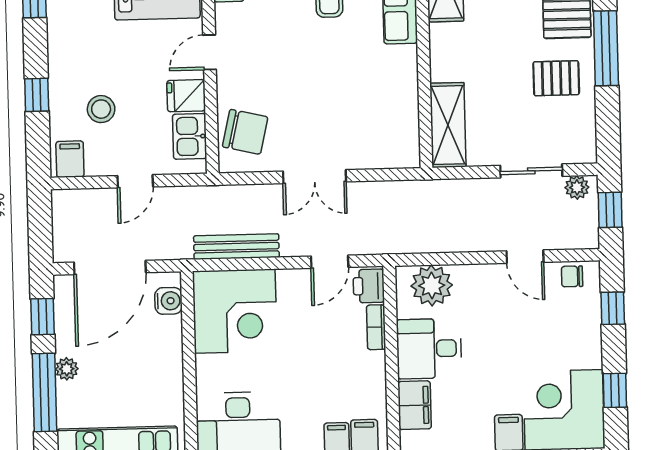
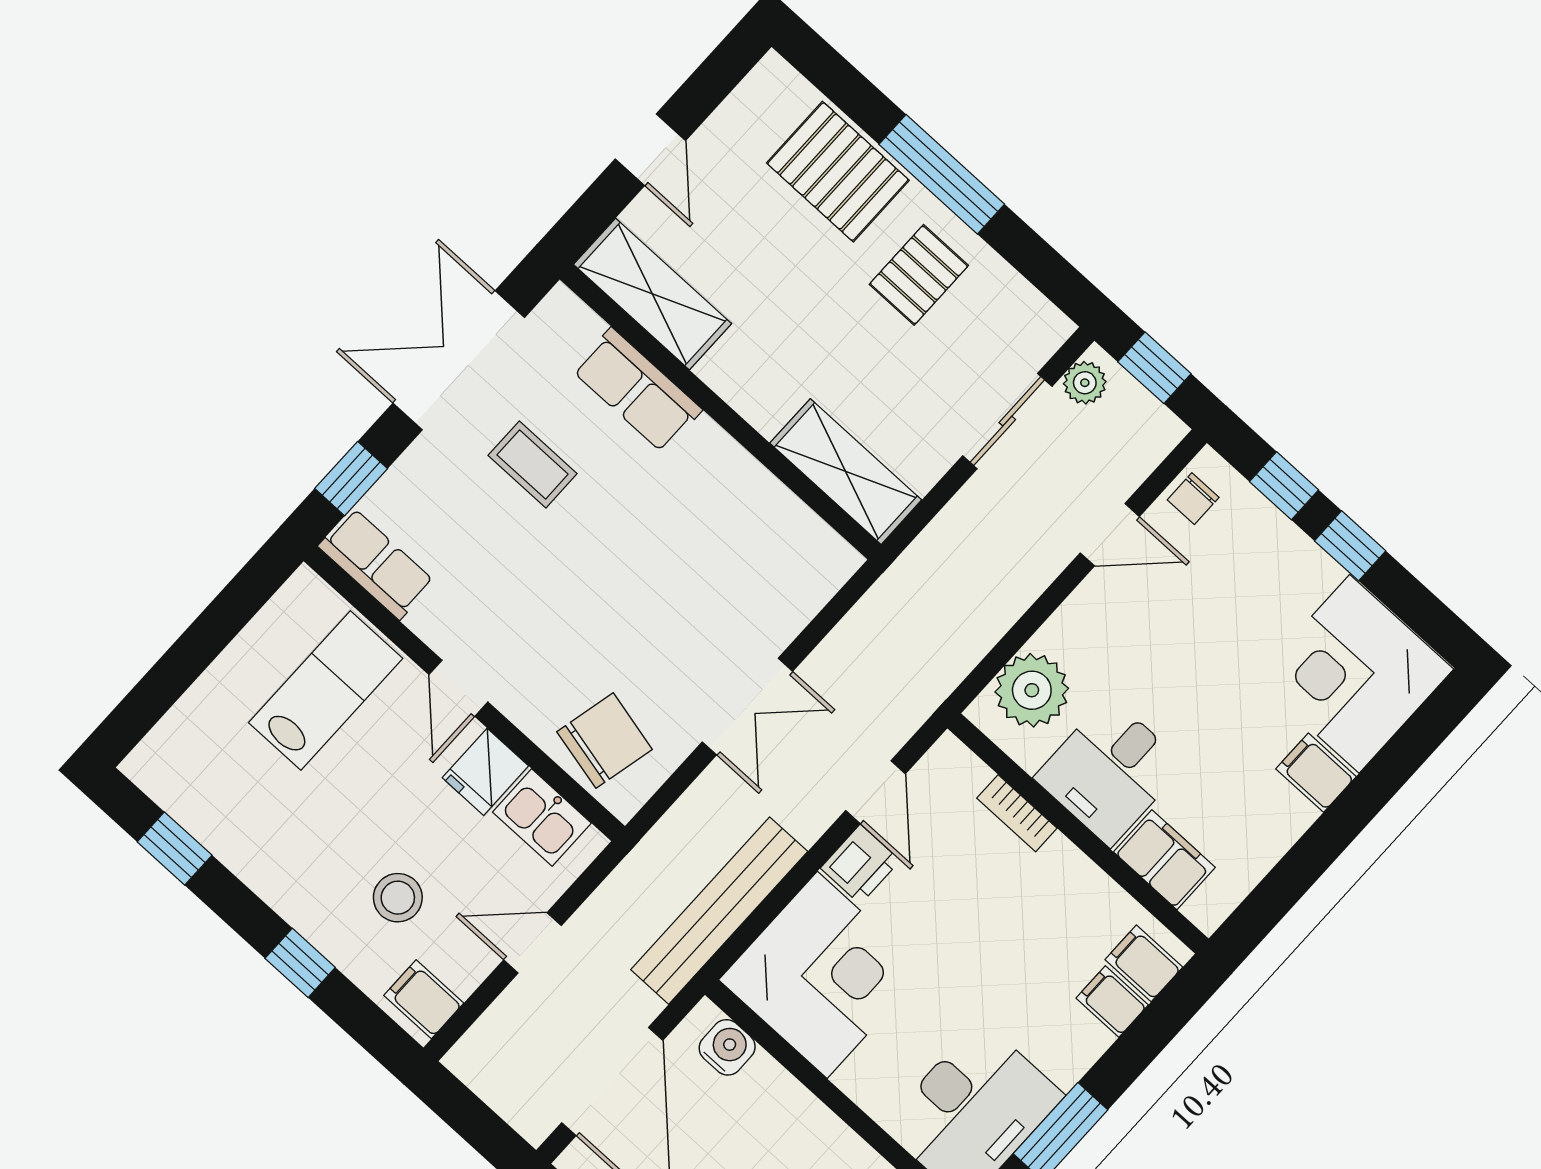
door: (135, 181) -> (532, 943), swing flipped
bench: (236, 247) -> (719, 911), width x1.37, depth x1.21
printer: (369, 286) -> (860, 864), moved, turned -90
window: (615, 390) -> (1350, 546), moved

